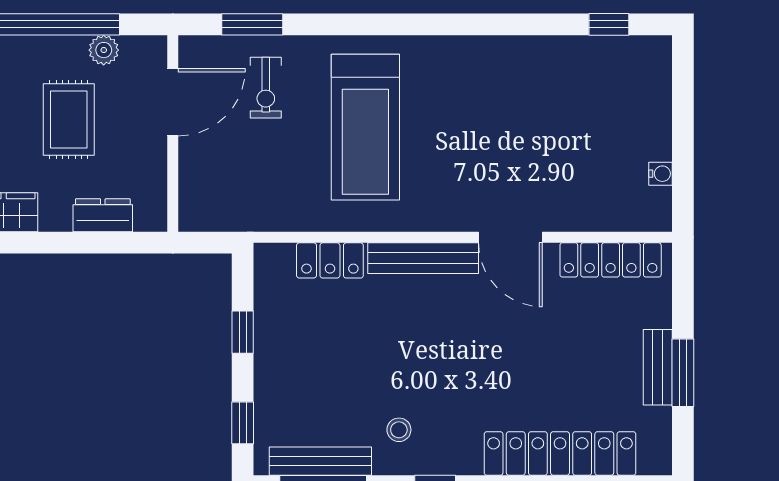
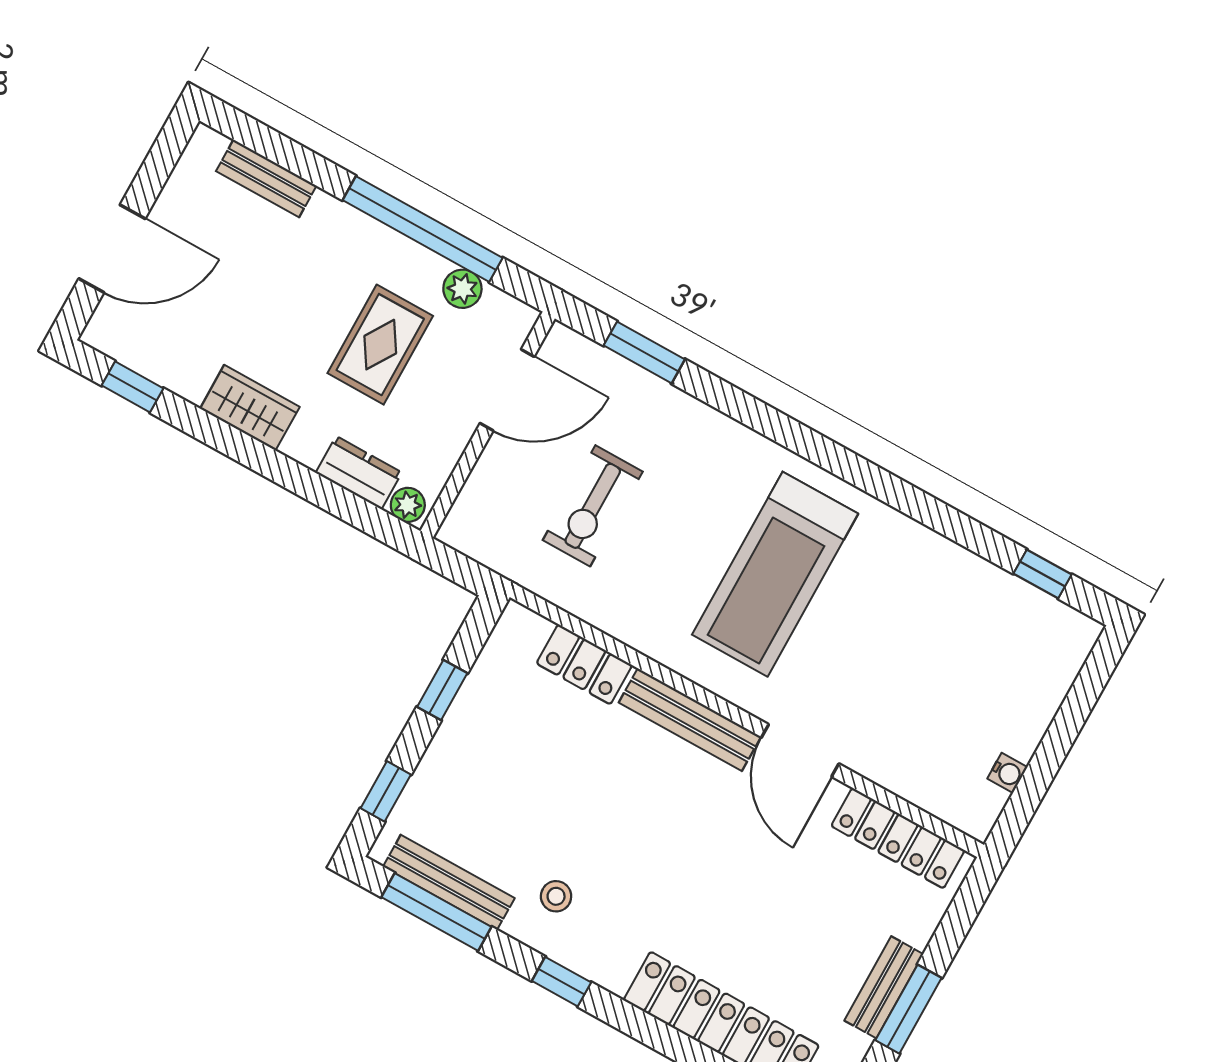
exercise bike: (266, 88) -> (593, 506), moved, width x1.38, depth x1.39
treadmill: (365, 127) -> (775, 574), moved
plant: (149, 219) -> (408, 505), added

